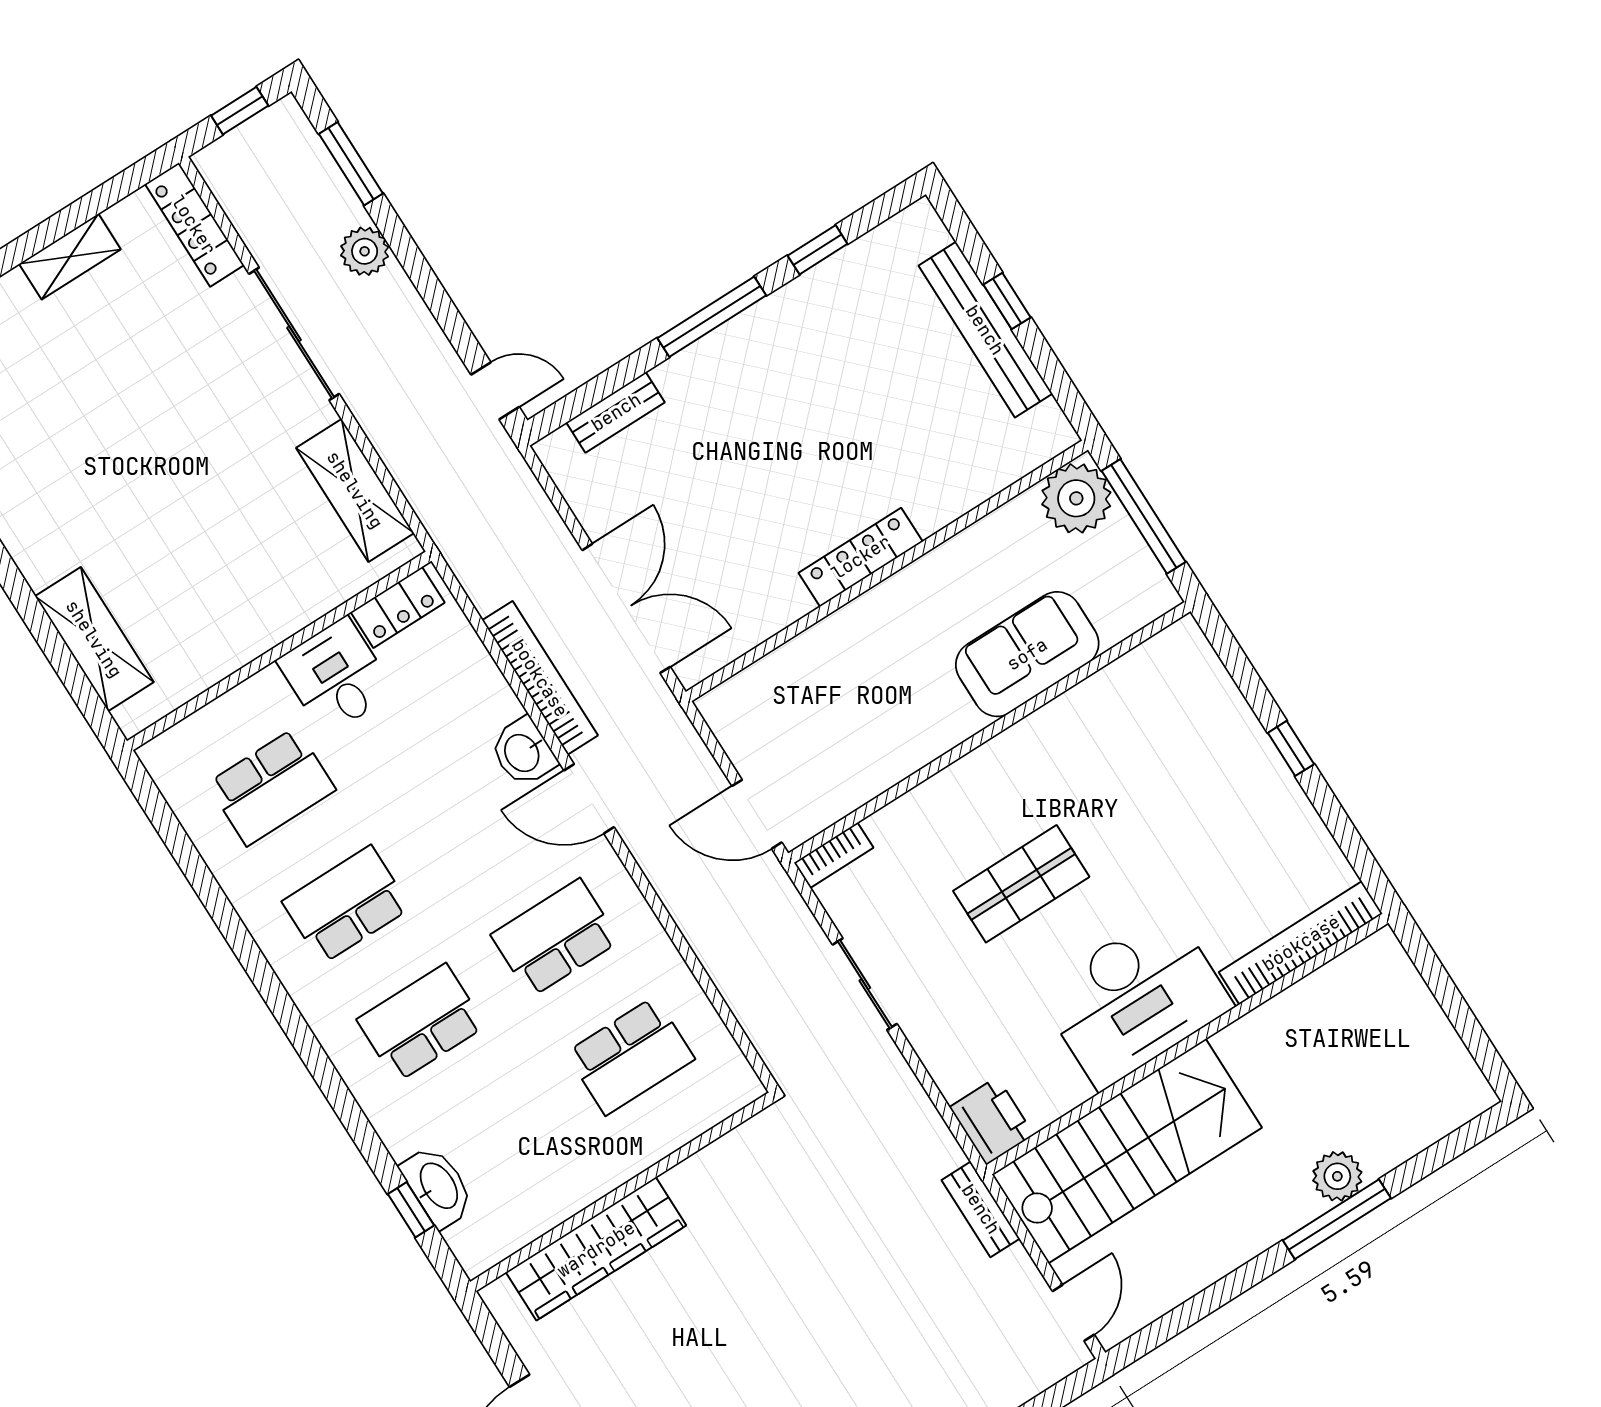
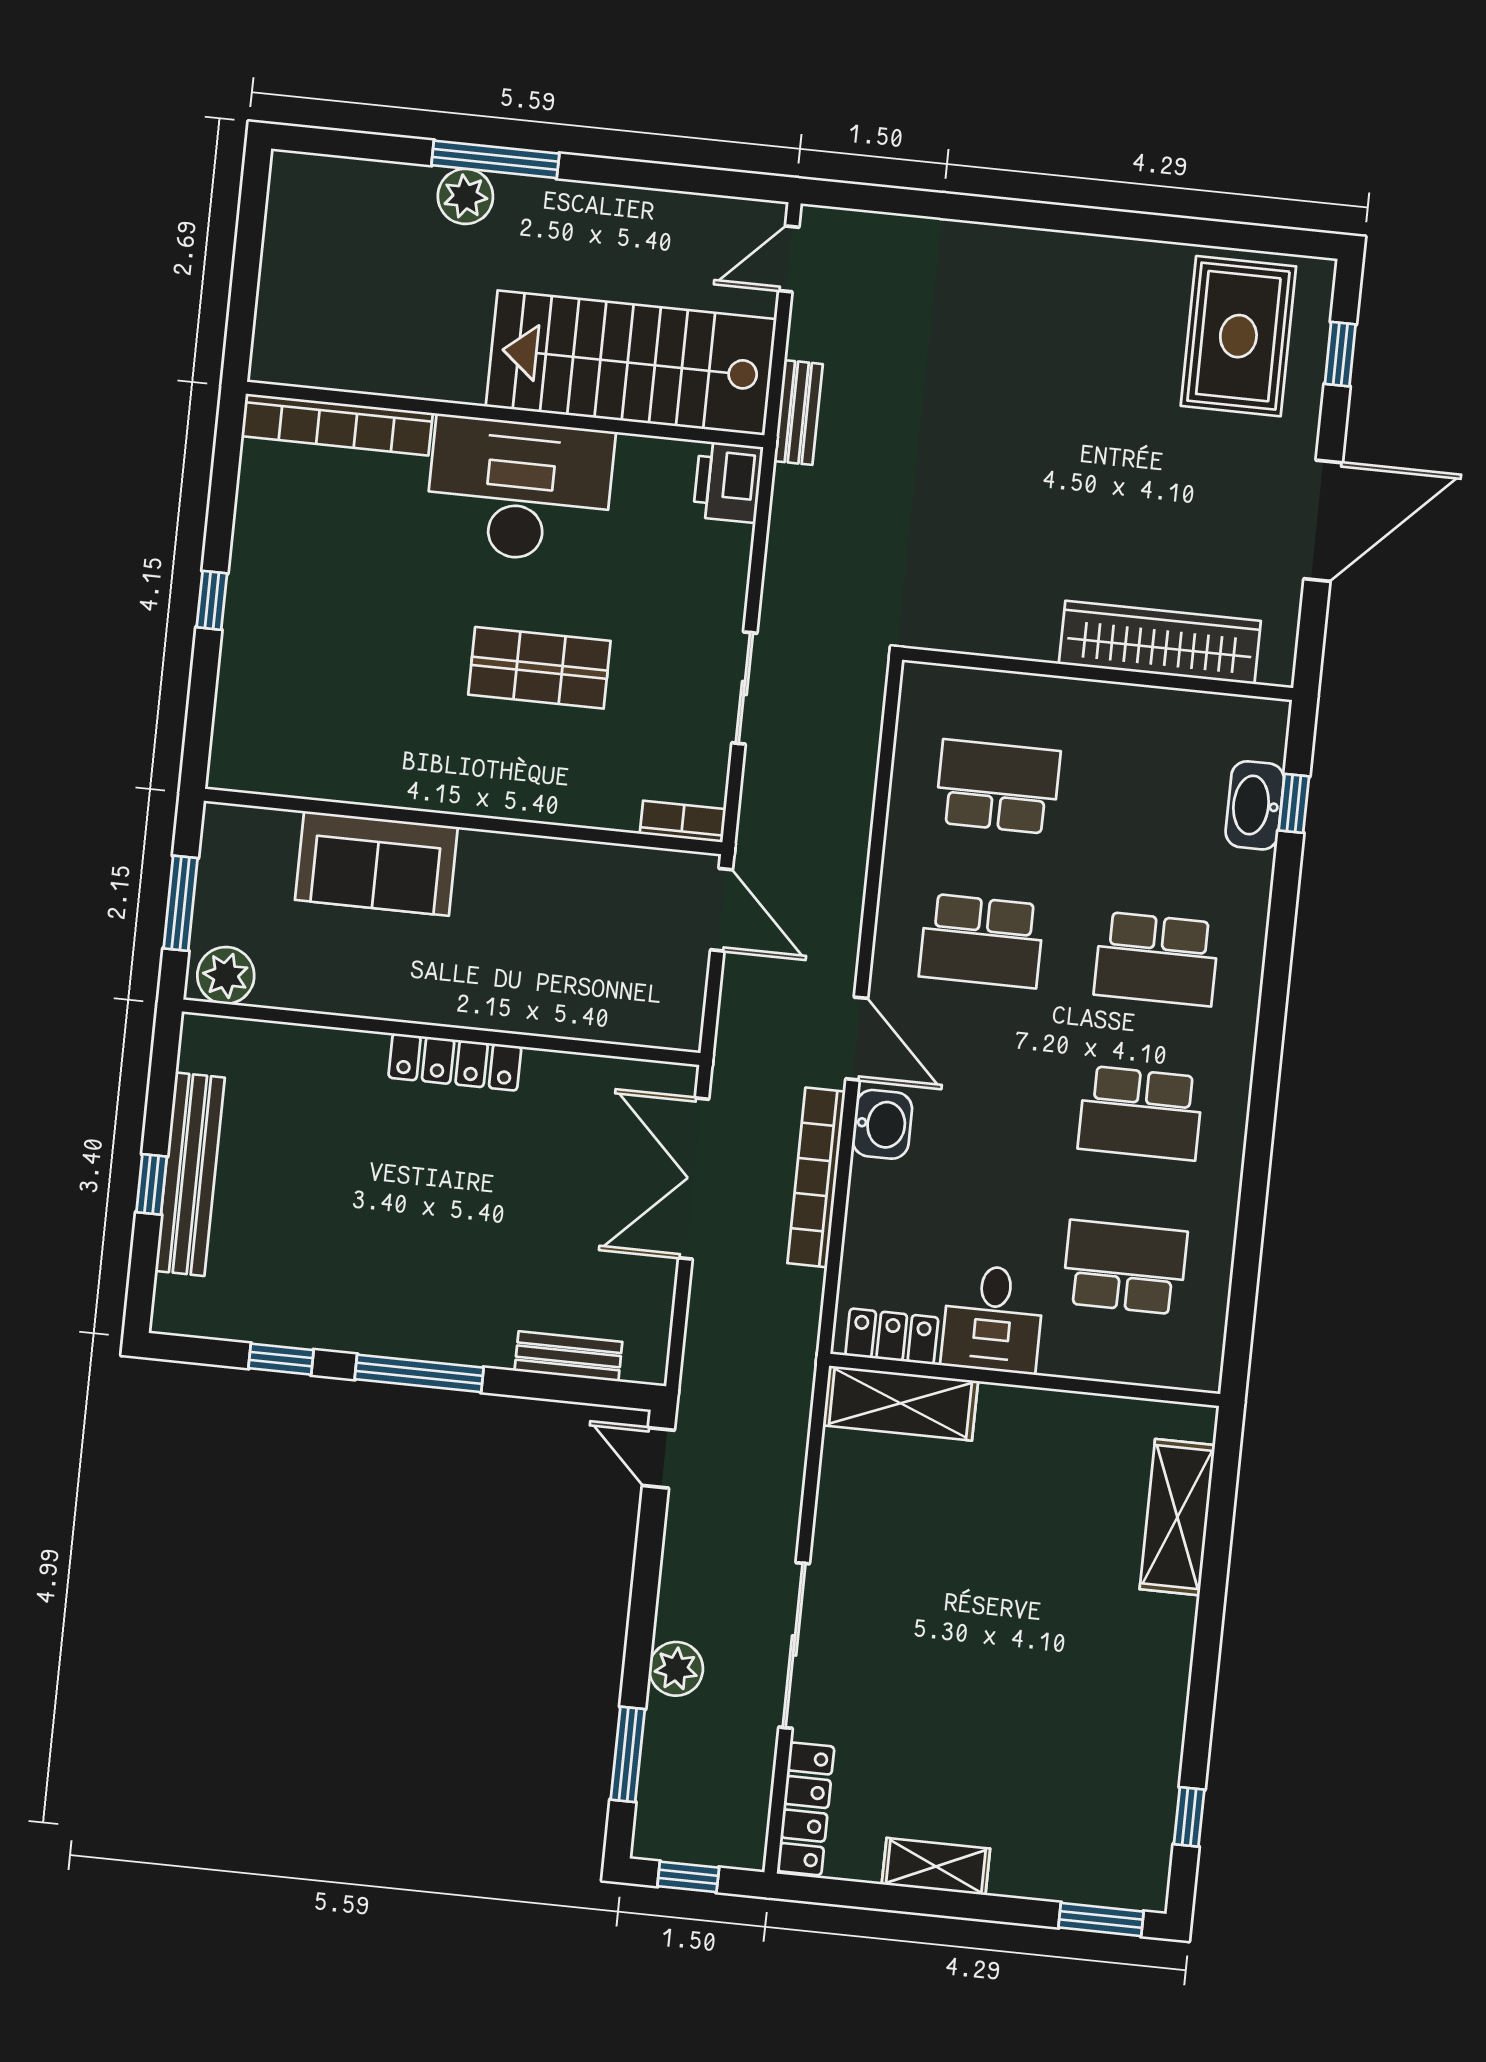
shelving: (355, 490) -> (900, 1403), moved, turned 90
plant: (1076, 498) -> (226, 975), width x0.73, depth x0.73
window: (1144, 516) -> (181, 903), width x0.69

